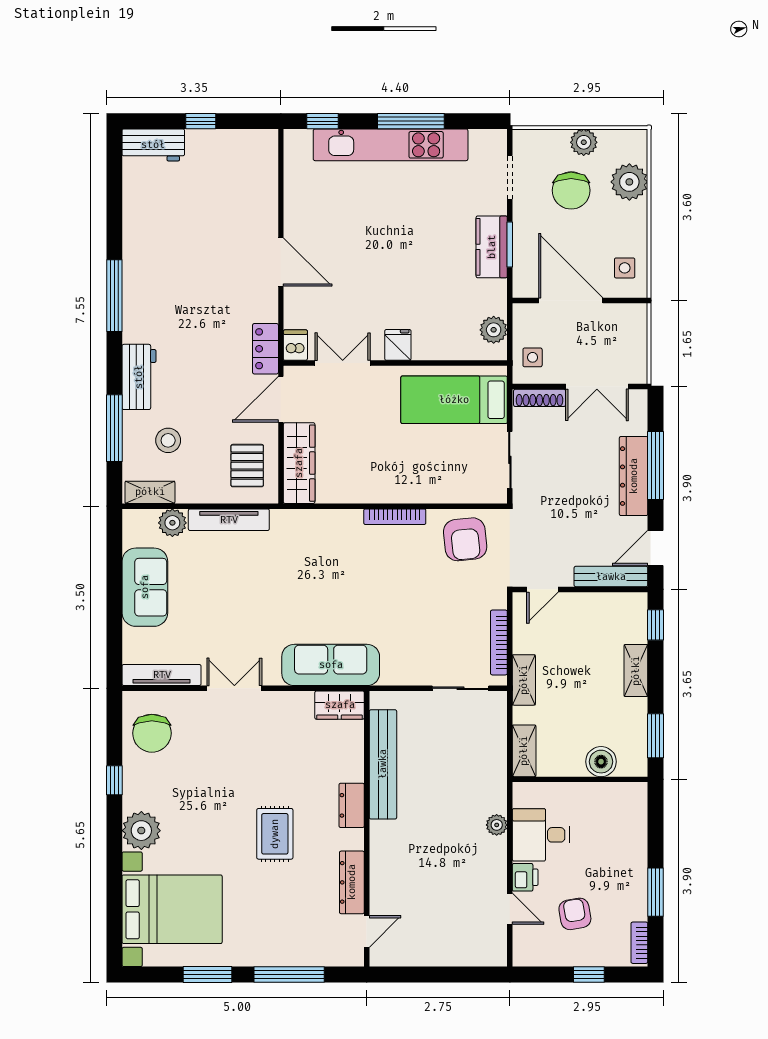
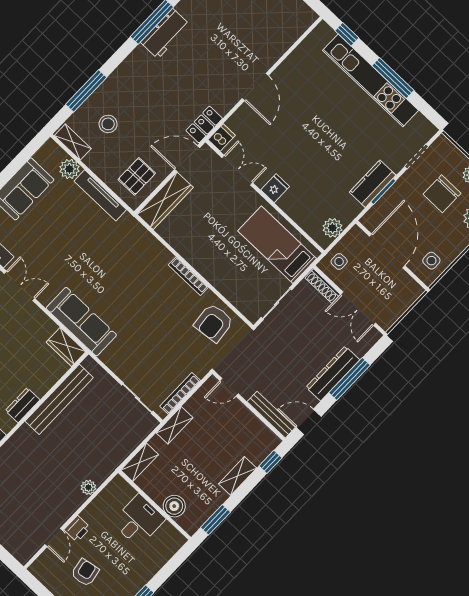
workbench: (139, 377) -> (165, 34), moved
desk: (541, 835) -> (139, 521), moved, turned 90

